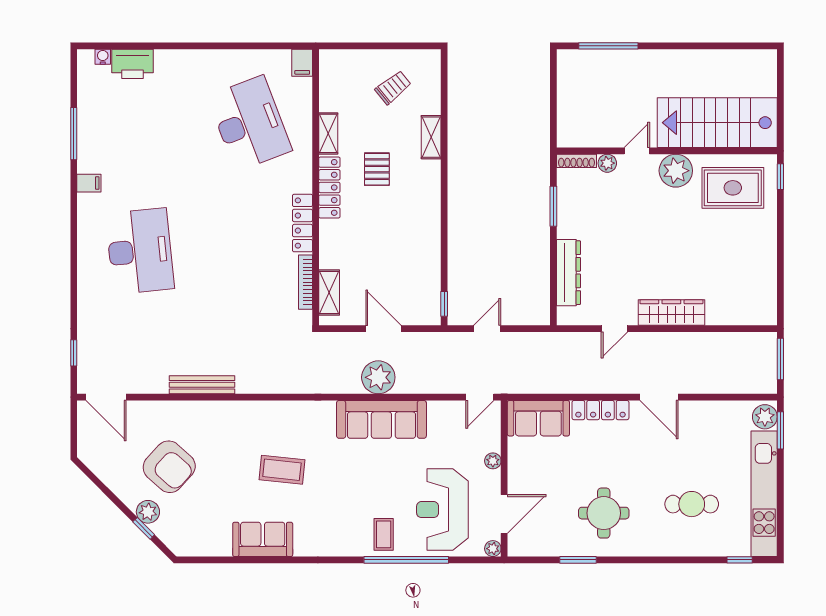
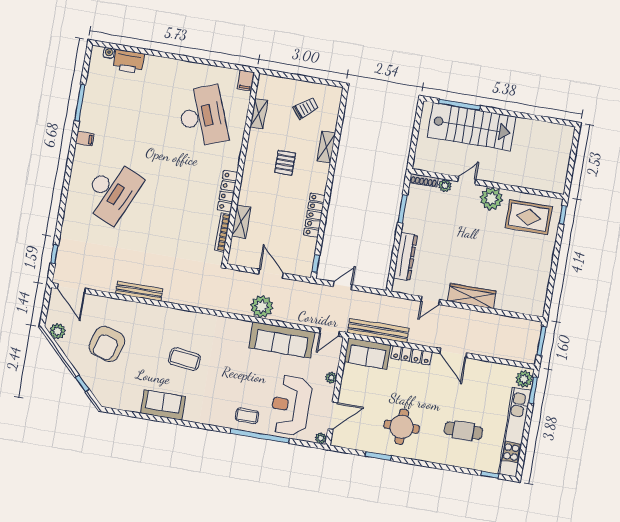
stairs: (717, 123) -> (472, 127), moved, turned 180
shelving: (328, 133) -> (259, 114), moved
locker: (329, 187) -> (314, 215), moved, turned 180
desk: (140, 251) -> (112, 192), turned 30
shelving: (329, 293) -> (241, 222), moved
bench: (548, 383) -> (378, 330), added
sofa: (381, 419) -> (282, 340), moved
armchair: (169, 467) -> (107, 344), turned 65
plant: (148, 512) -> (58, 331), moved
coffee table: (384, 534) -> (247, 416), turned 90

